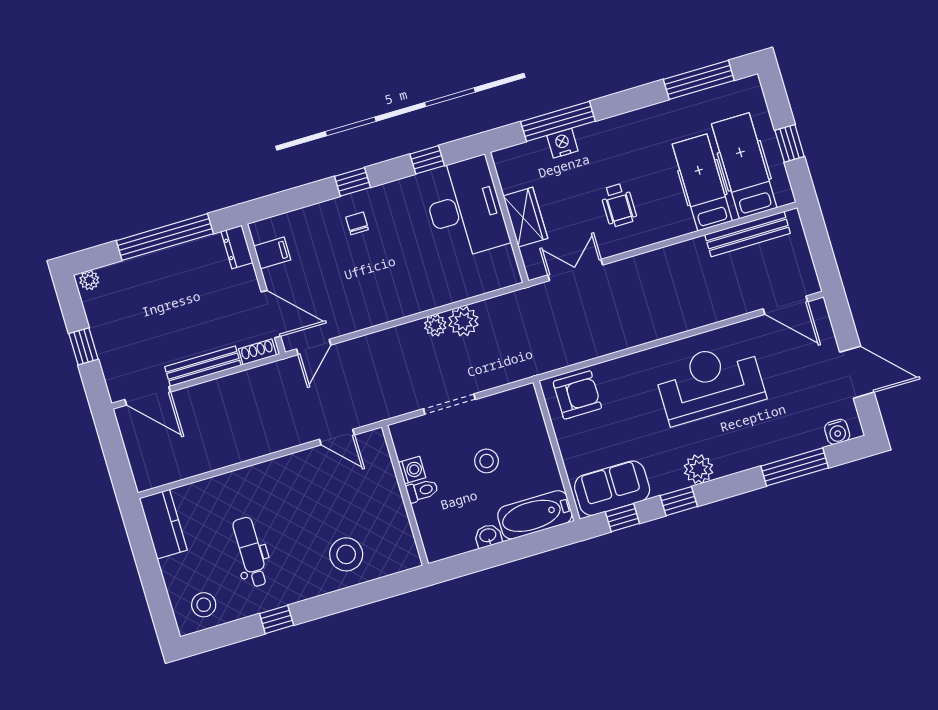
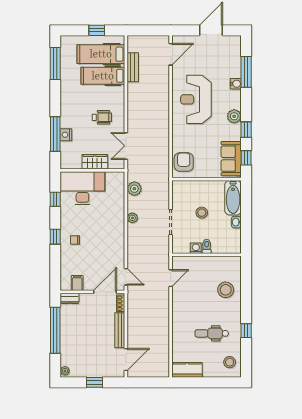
bench: (748, 234) -> (133, 67), width x0.73
plant: (463, 321) -> (134, 189), moved
water cooler: (837, 432) -> (236, 84), moved

